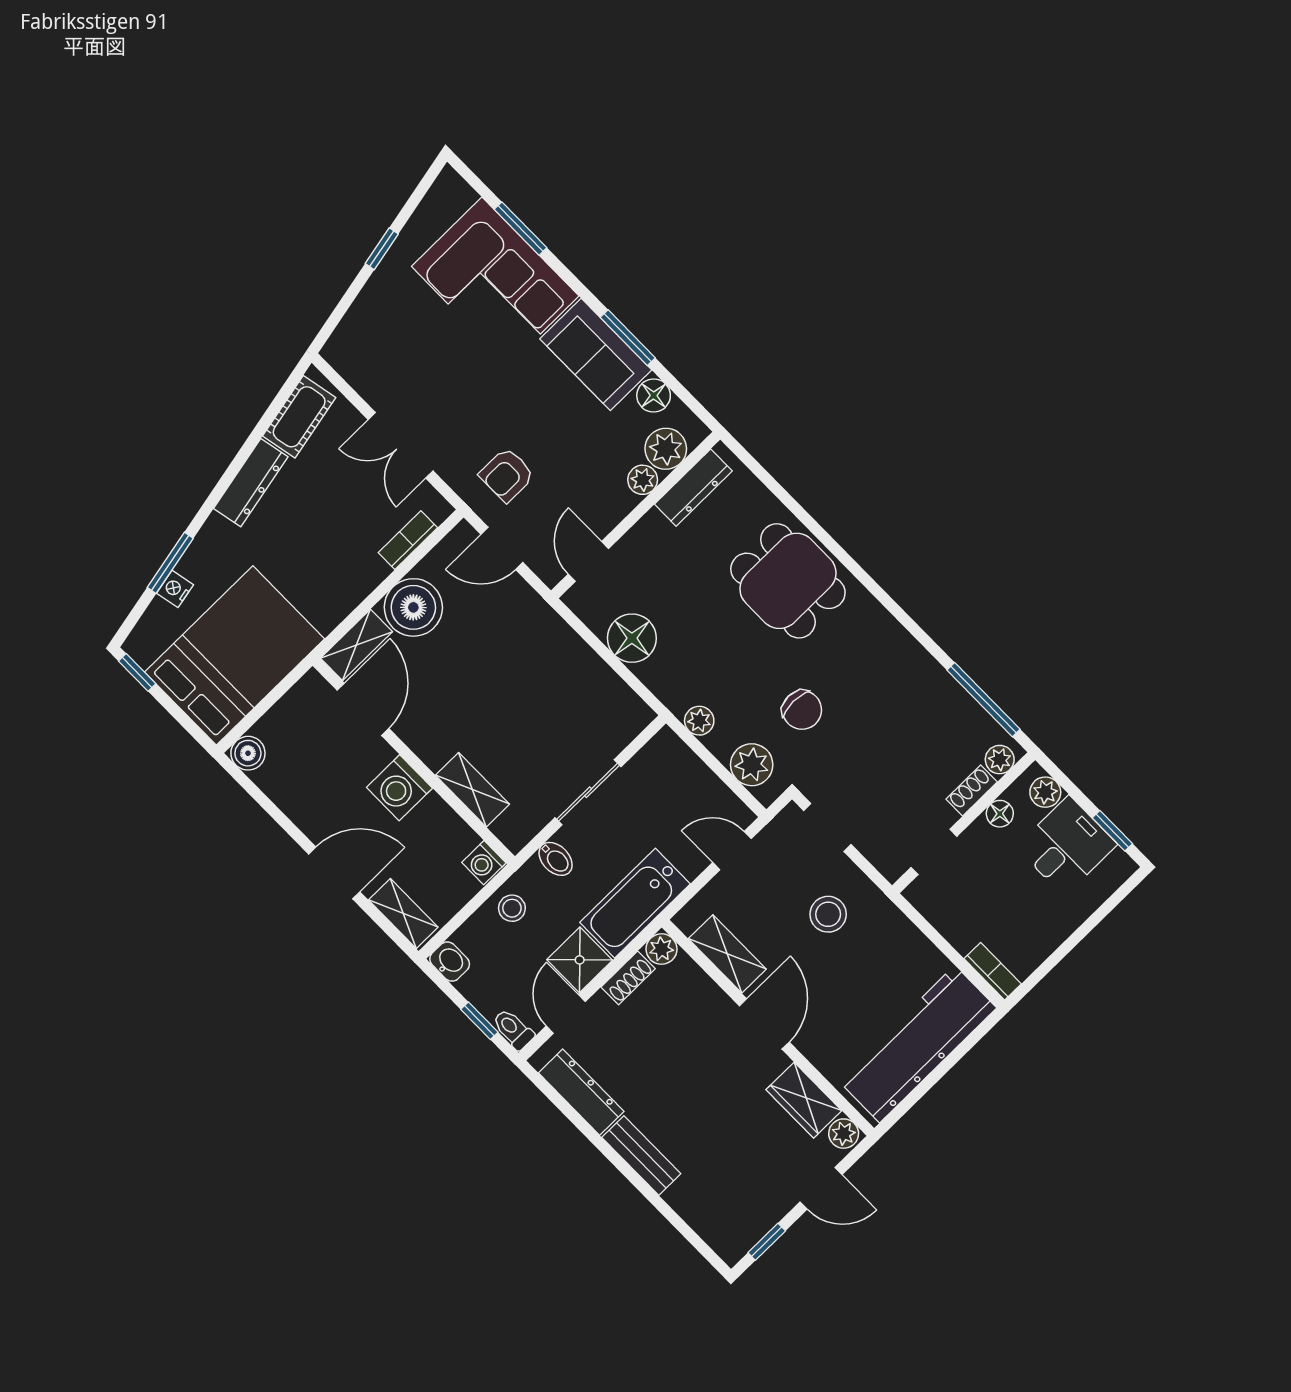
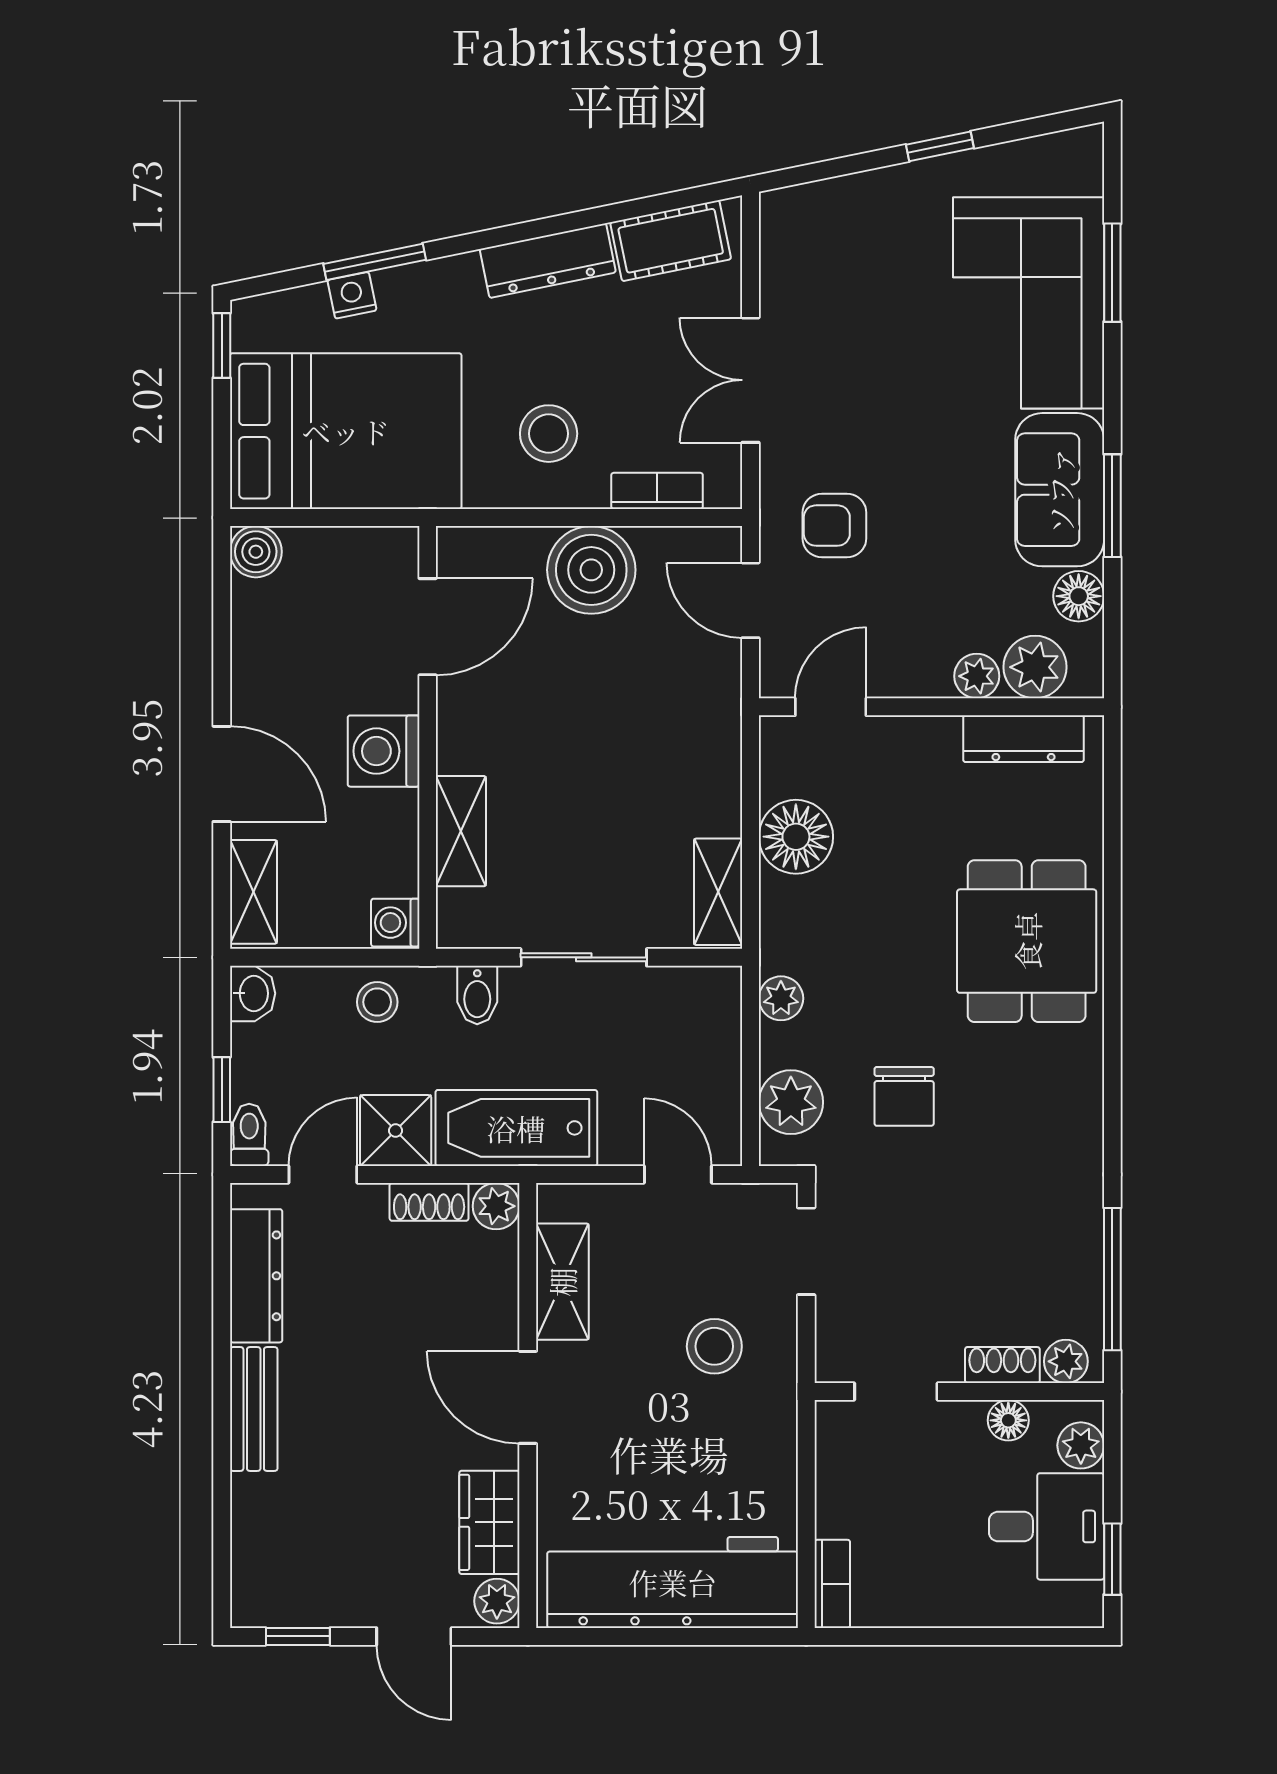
stool: (331, 563) -> (549, 434), added
shelving: (356, 645) -> (718, 892), moved, turned 90
door: (764, 1024) -> (528, 1397), swing flipped

